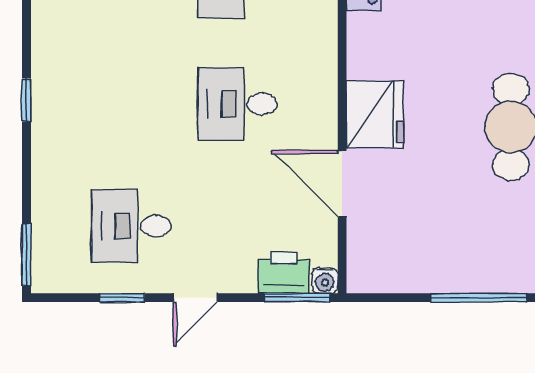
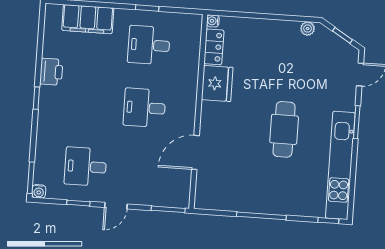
fridge: (375, 114) -> (217, 84), moved
door: (342, 184) -> (195, 152), hinge flipped
printer: (284, 272) -> (51, 72), moved, turned 90
water cooler: (325, 280) -> (39, 191), moved

